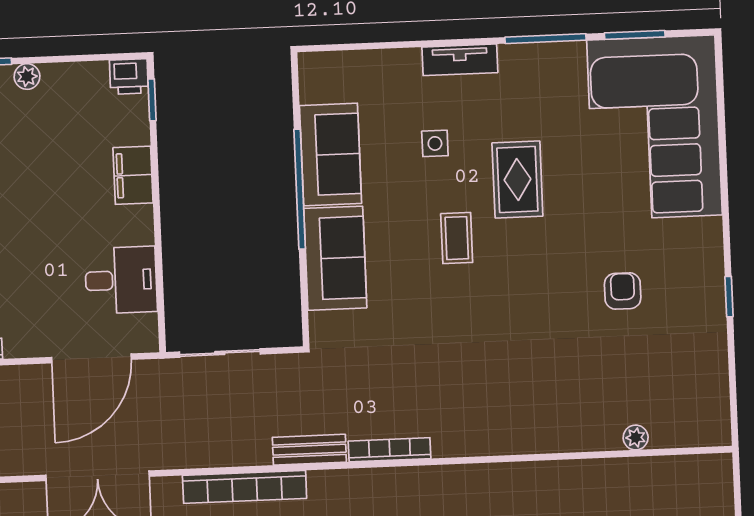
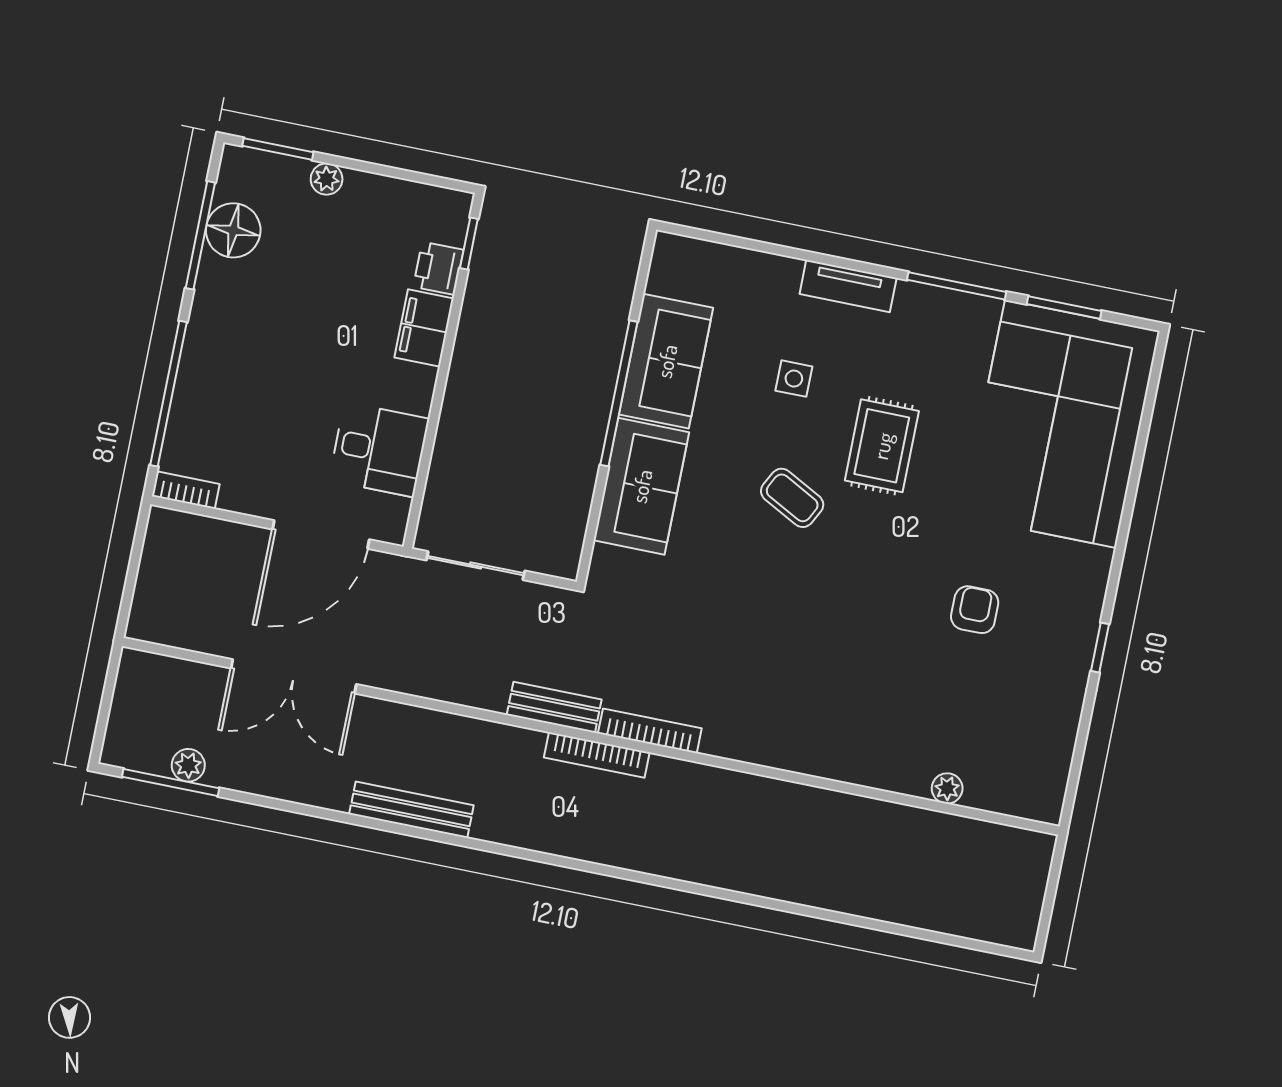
printer: (129, 77) -> (438, 268), moved, turned 90
coffee table: (457, 238) -> (792, 498), turned -62
bookcase: (245, 487) -> (597, 755), moved, width x0.68, depth x0.76

